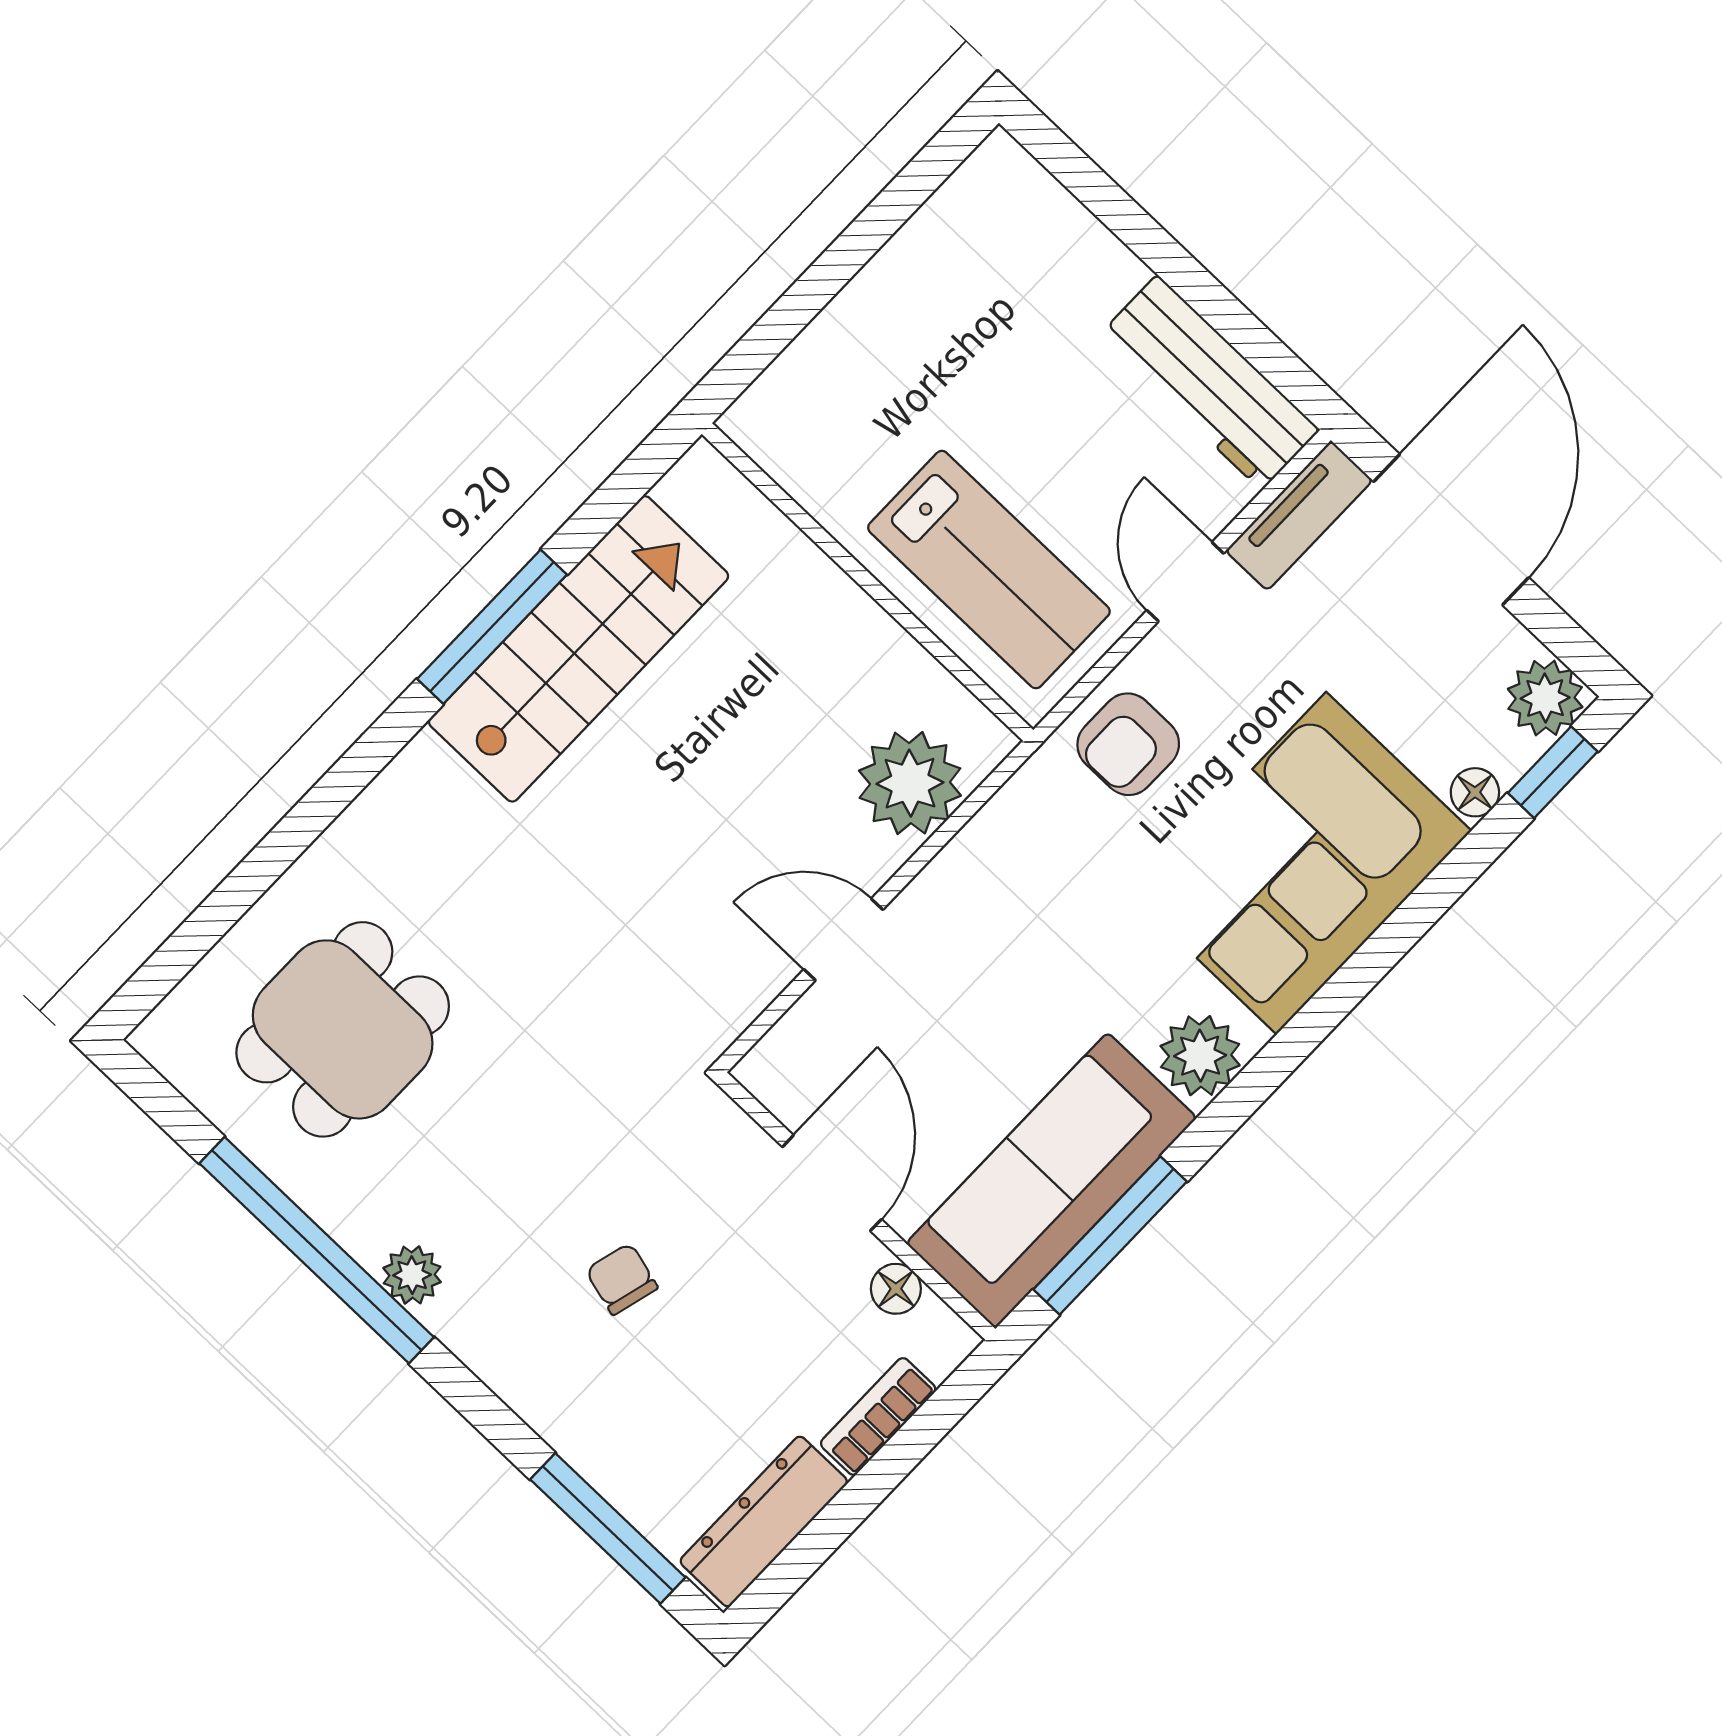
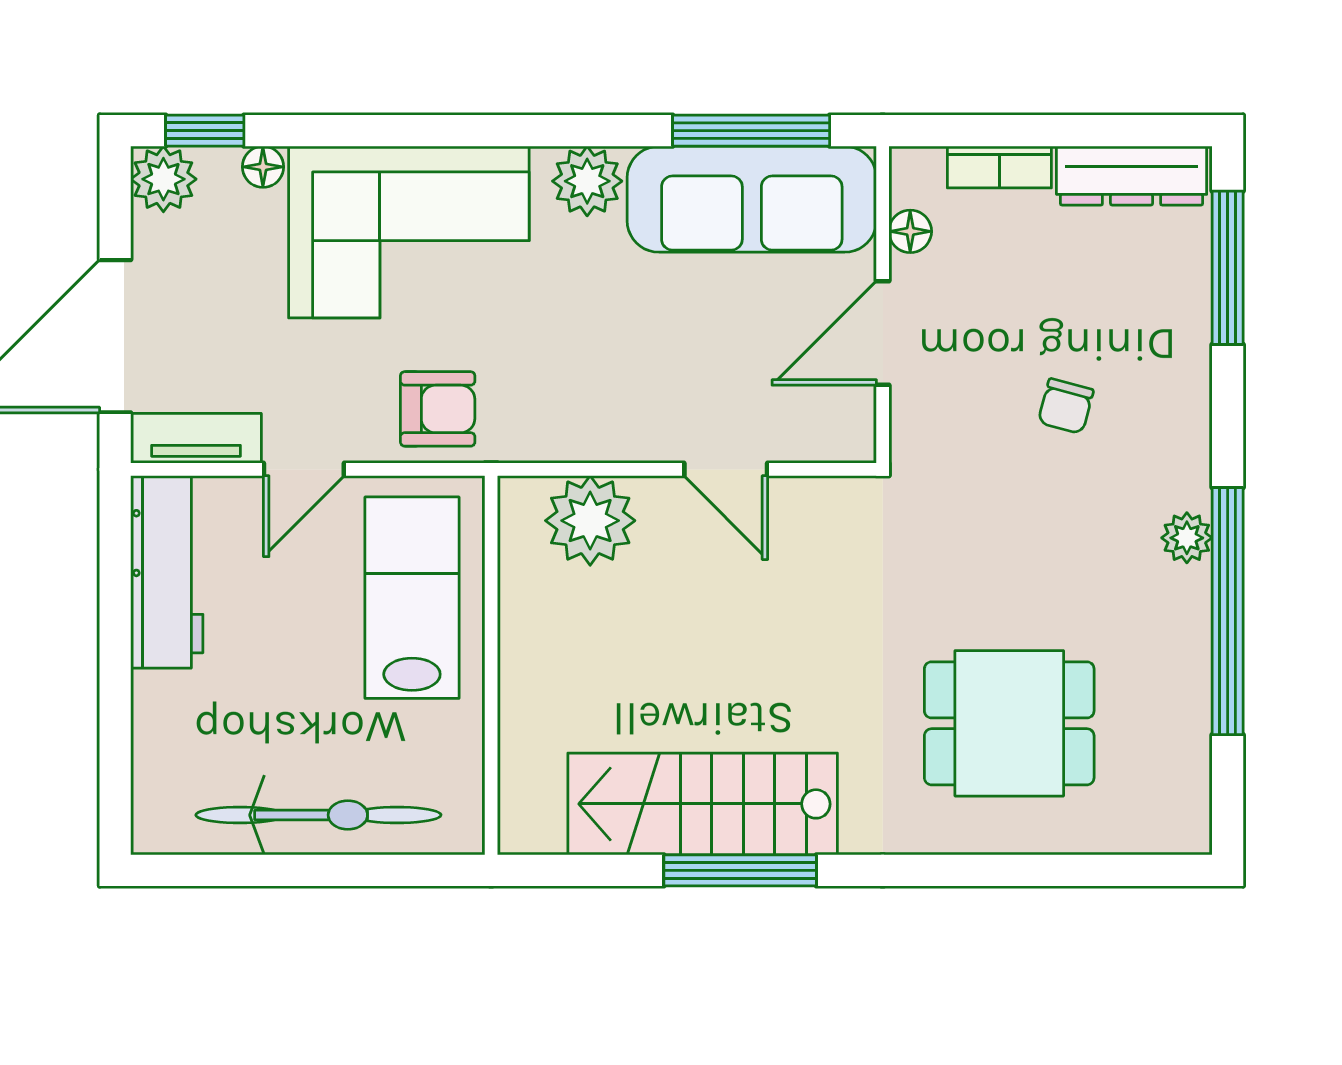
bicycle: (880, 314) -> (318, 815), added
dining table: (343, 1029) -> (1009, 723), moved

